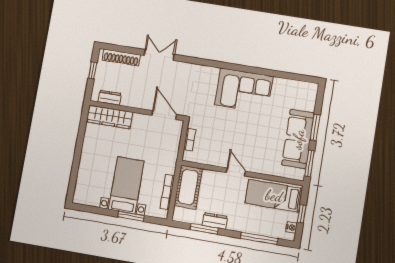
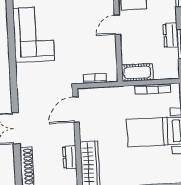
dresser: (110, 98) -> (70, 157), moved
cot: (188, 187) -> (137, 72), width x0.73, depth x0.75

